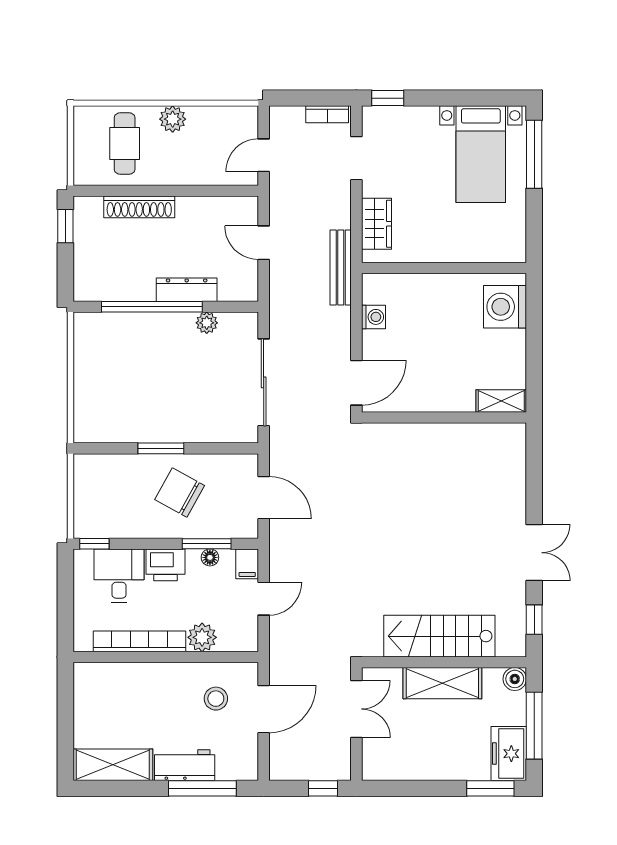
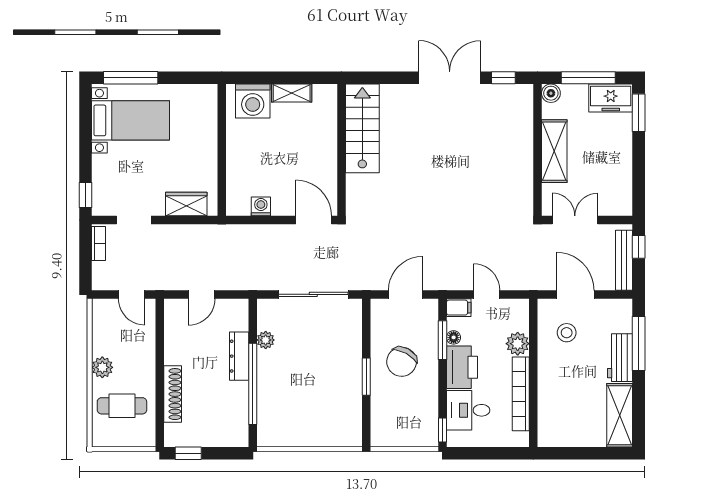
bench: (341, 268) -> (624, 260), moved, turned 90
shelving: (501, 401) -> (292, 93), moved, turned 90
double door: (534, 553) -> (450, 78), width x1.37
printer: (165, 565) -> (462, 367), width x1.37, depth x1.19
stairs: (439, 636) -> (362, 128), moved, turned 180

